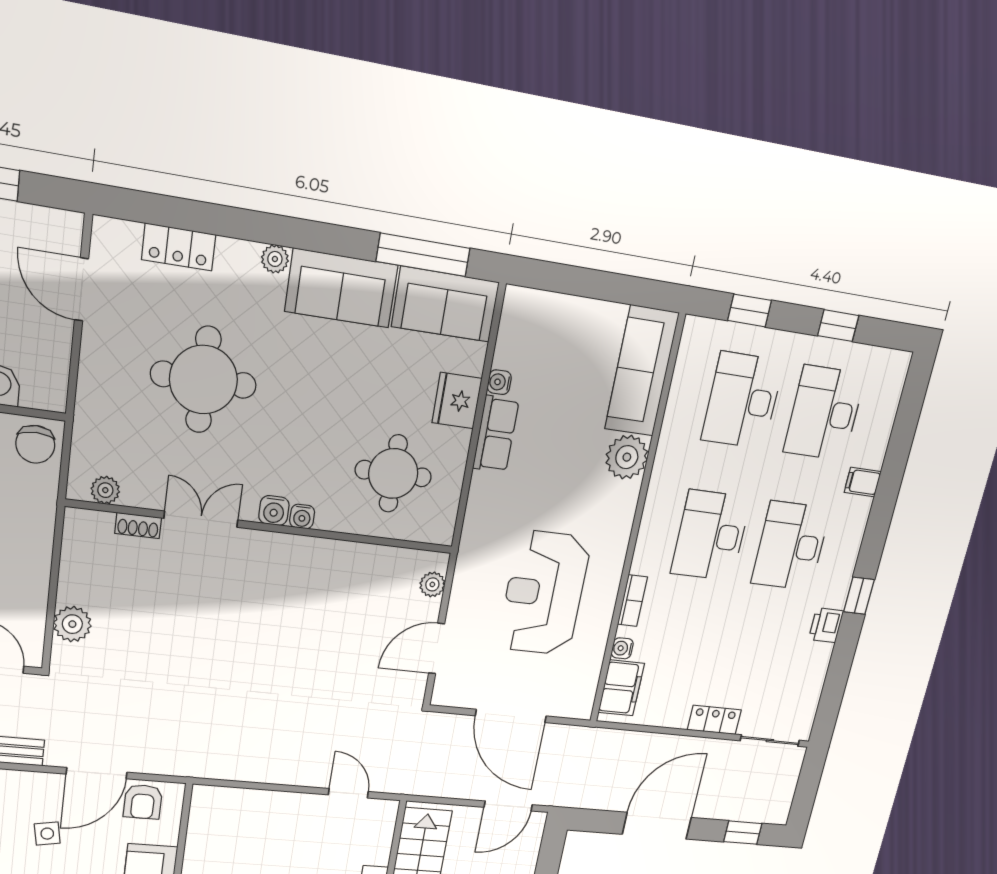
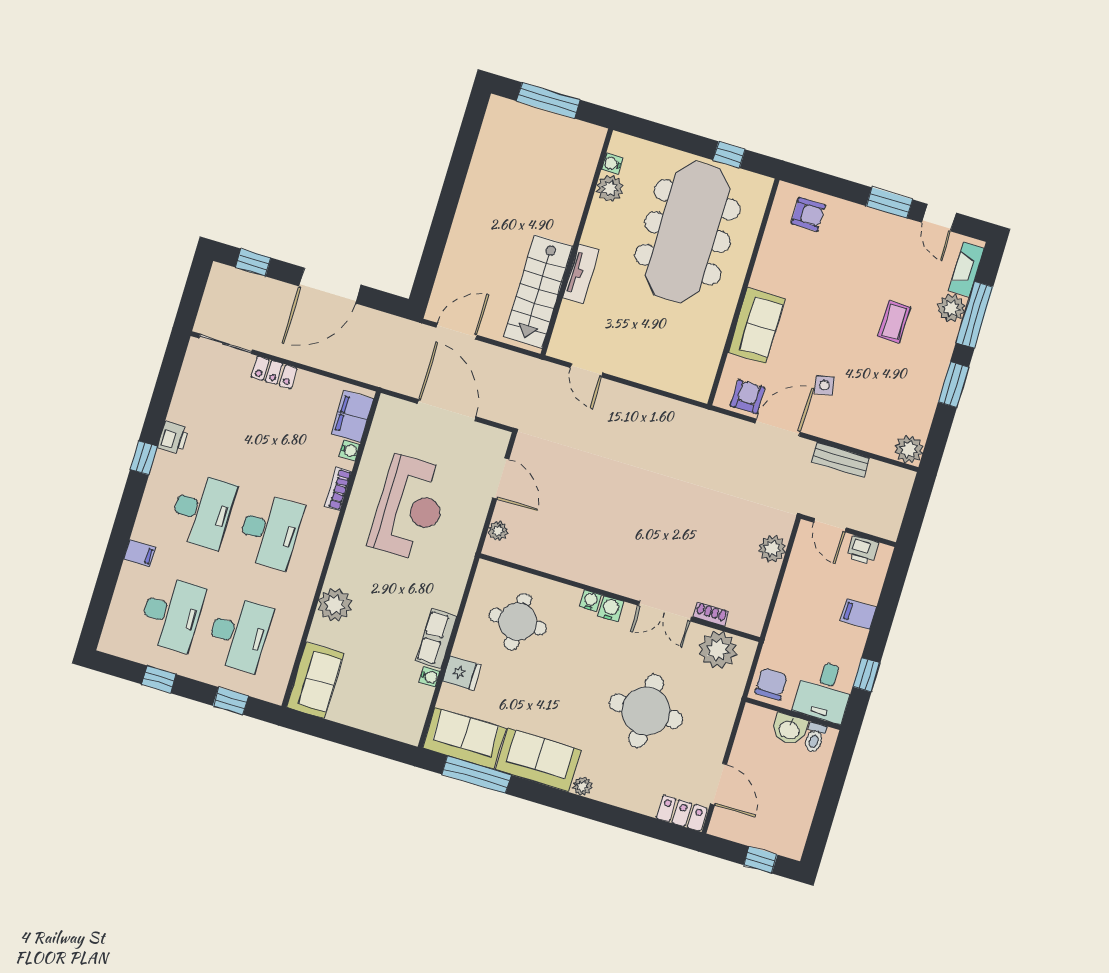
locker: (179, 247) -> (682, 813), moved
sofa: (642, 371) -> (315, 680), width x0.73
fridge: (457, 401) -> (462, 673), width x0.72
plant: (105, 490) -> (718, 650), width x1.88, depth x1.88
door: (437, 648) -> (501, 479), hinge flipped

